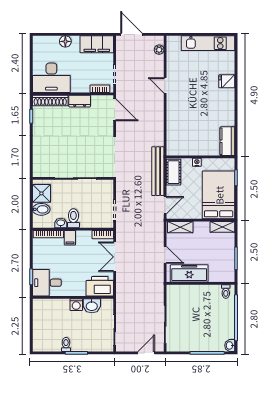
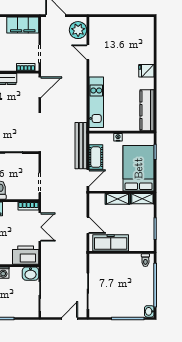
kitchen unit: (208, 43) -> (96, 102), moved, turned -90
plant: (159, 50) -> (78, 30), width x1.88, depth x1.88
fridge: (227, 81) -> (146, 71), moved
door: (165, 85) -> (88, 52), moved
door: (115, 110) -> (40, 87), hinge flipped
kitchen counter: (227, 141) -> (147, 110), width x1.50
cot: (174, 172) -> (96, 157), moved
shelving: (180, 227) -> (118, 199), moved
double door: (115, 257) -> (40, 227), swing flipped
washbasin: (92, 306) -> (31, 274), moved

